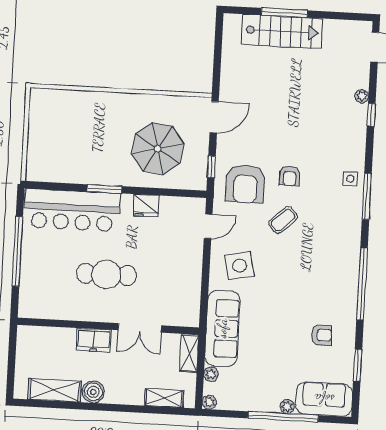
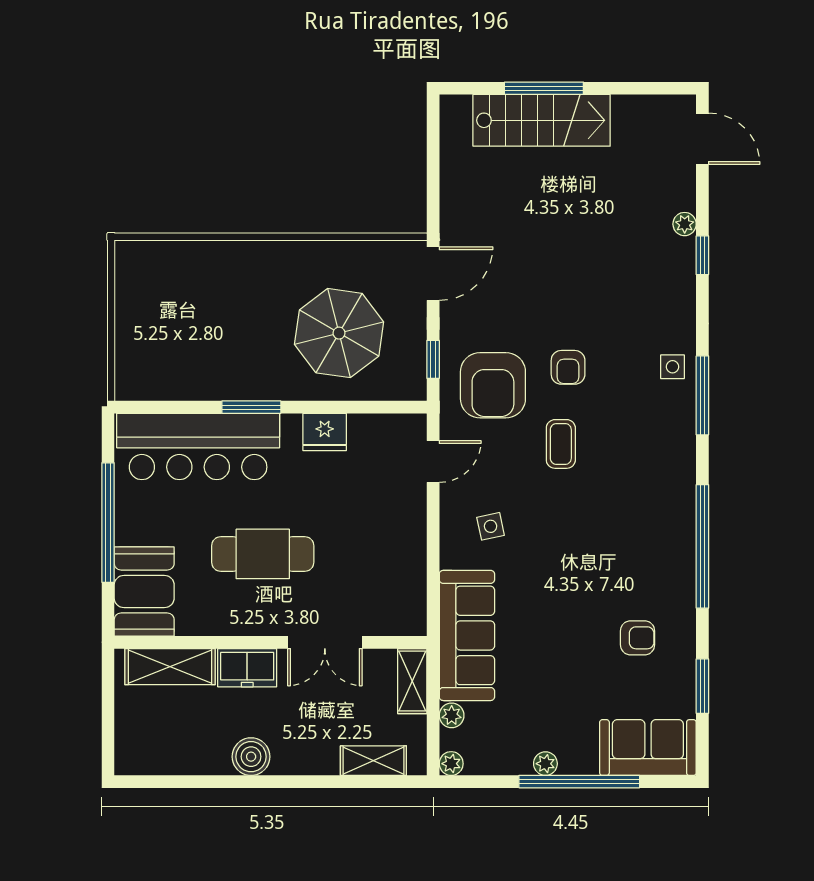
coffee table: (283, 220) -> (561, 444), turned -47
side table: (240, 266) -> (491, 526), width x0.54, depth x0.54
booth: (36, 293) -> (144, 592), added
shelving: (55, 390) -> (170, 667), moved
plant: (287, 406) -> (545, 764), moved

